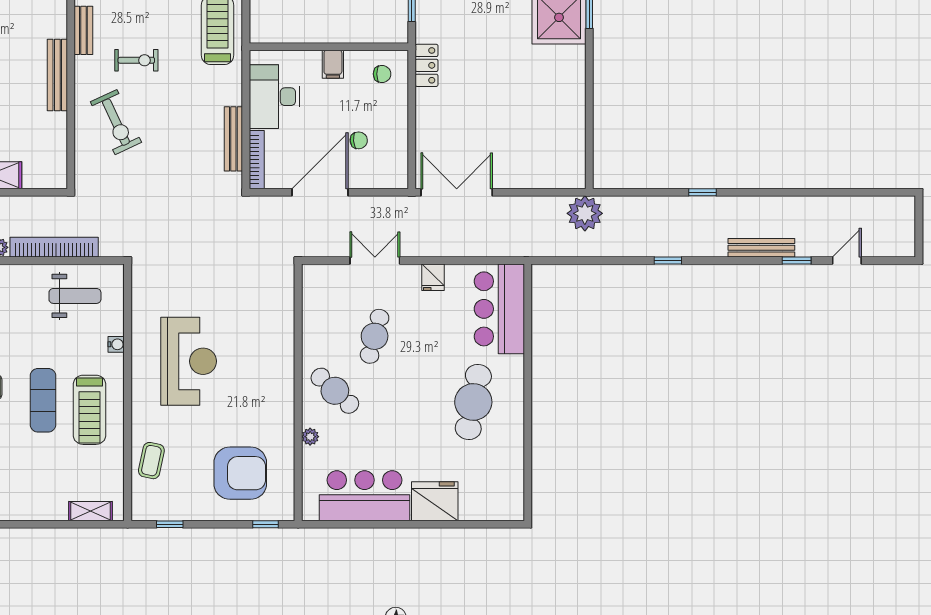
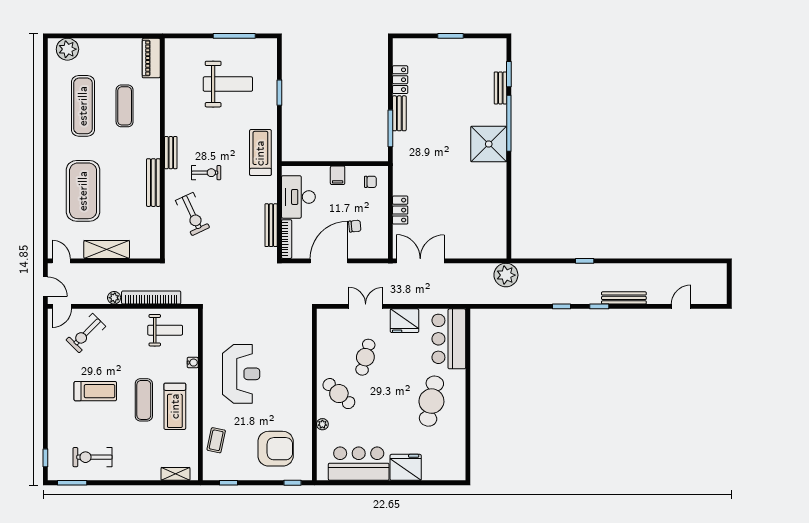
locker: (427, 65) -> (400, 210), moved
window: (797, 260) -> (599, 306), moved
fridge: (433, 277) -> (404, 321), width x1.88, depth x1.34

